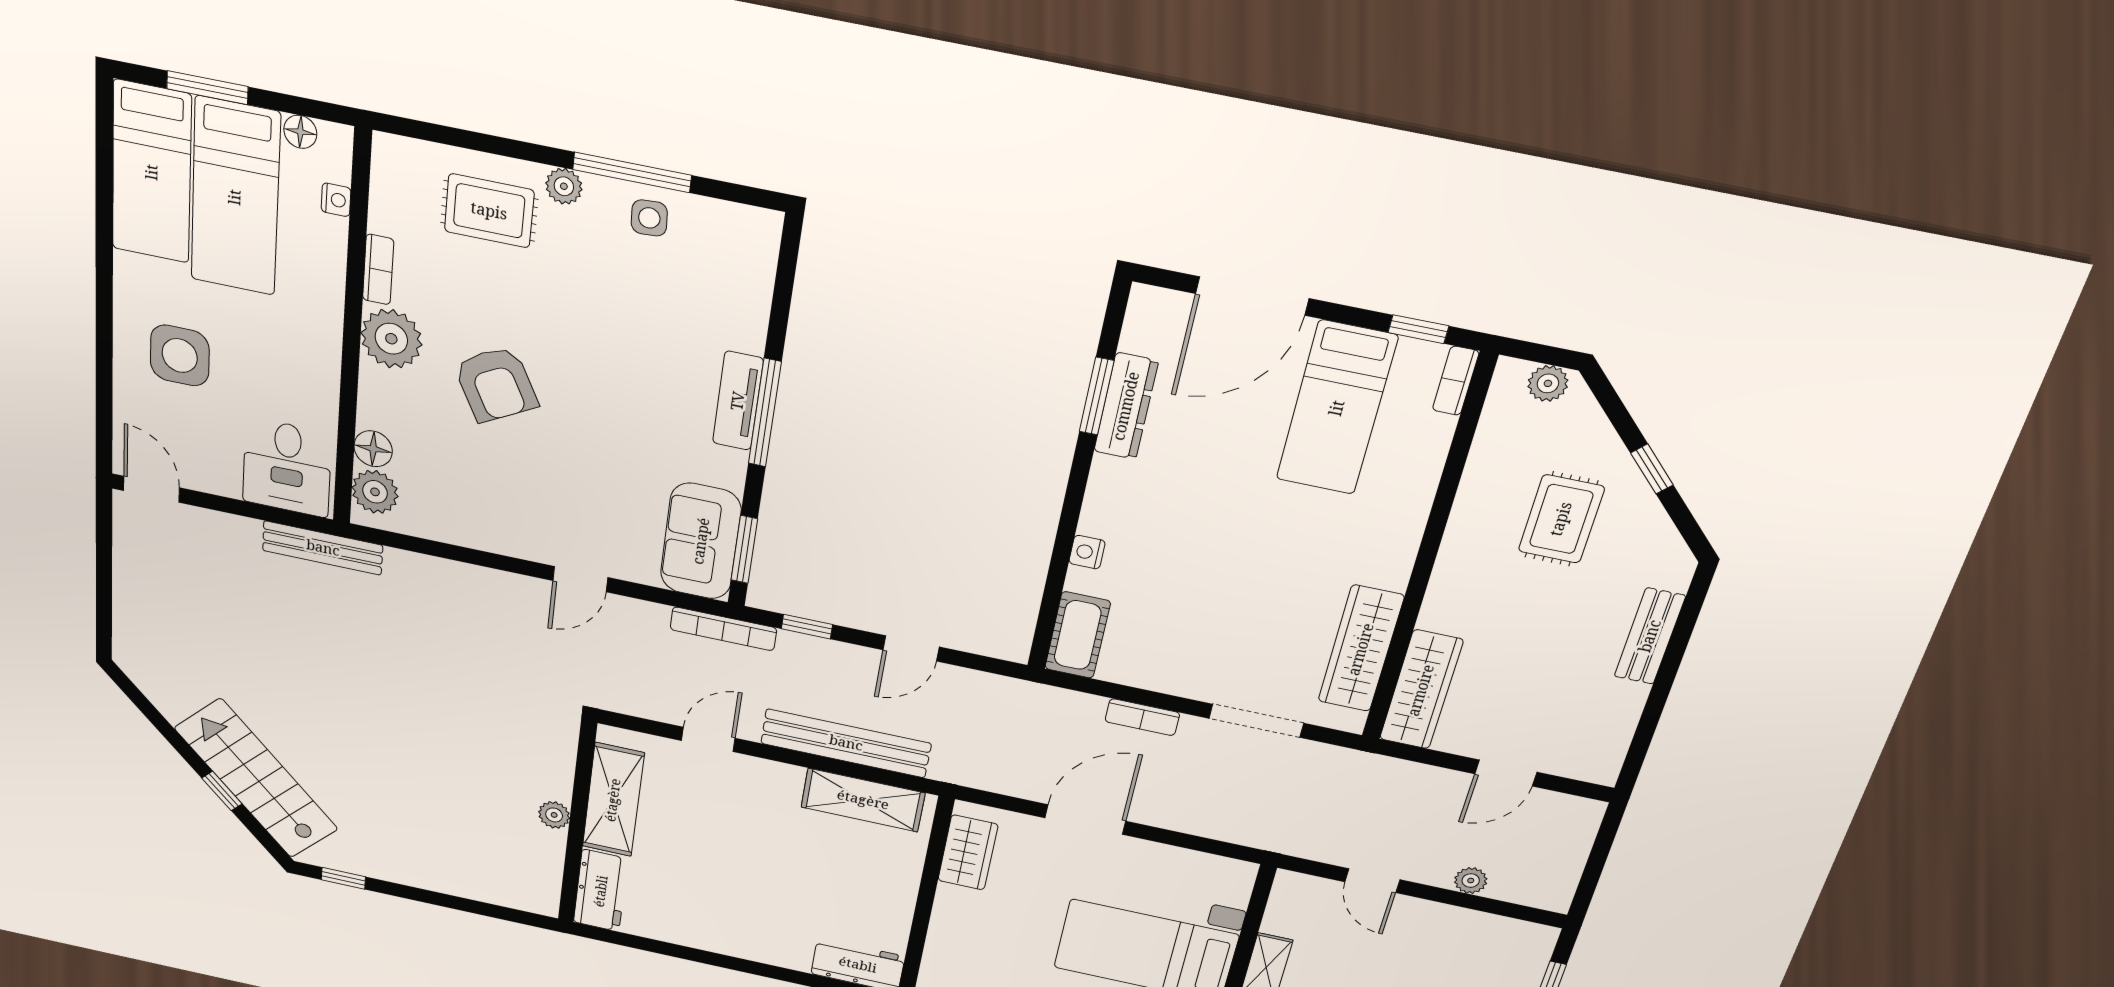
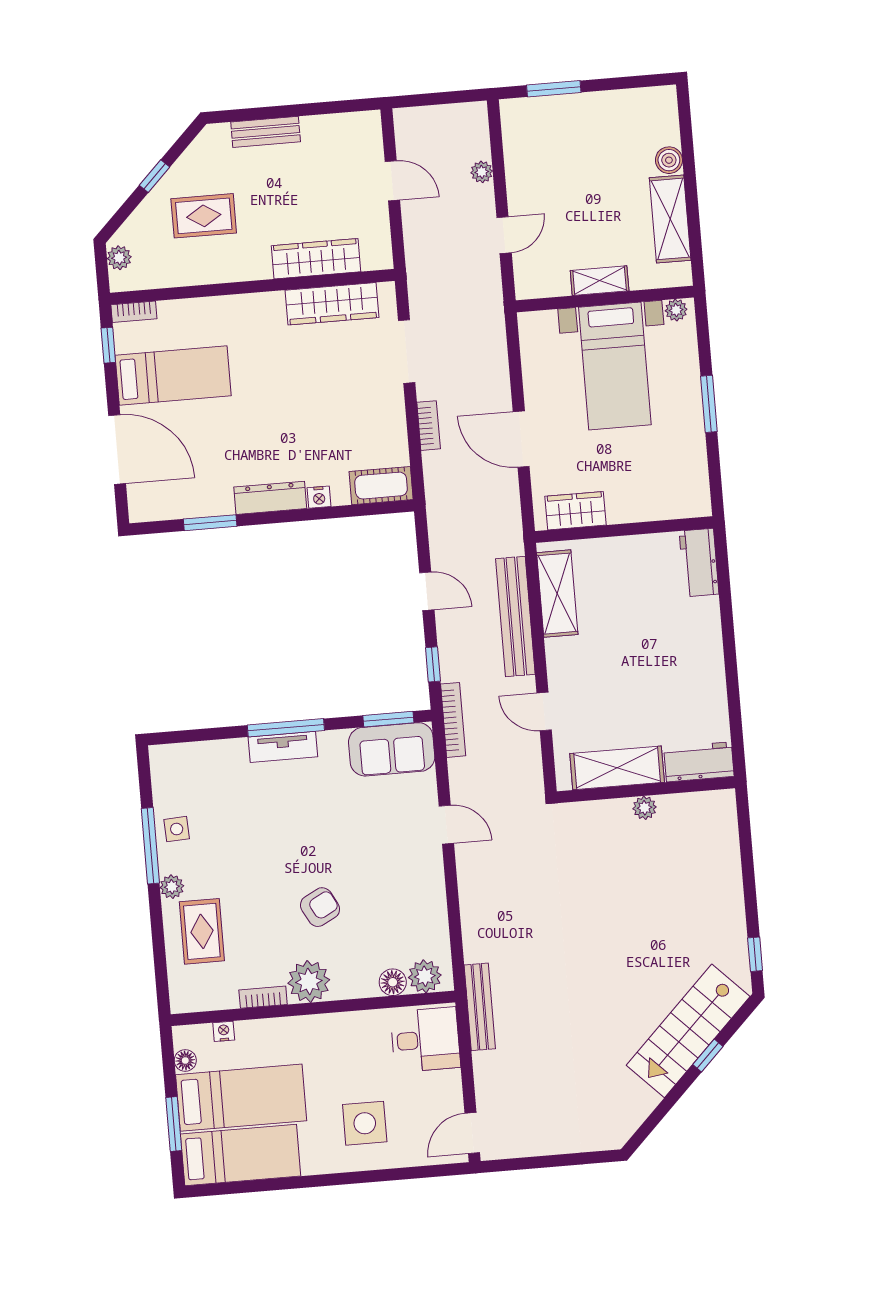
armchair: (496, 384) -> (320, 907), width x0.72, depth x0.72
dresser: (1126, 406) -> (270, 498), moved
wardrobe: (1421, 690) -> (316, 259), moved

